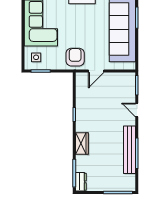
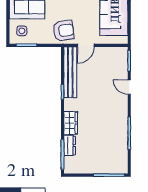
armchair: (75, 57) -> (63, 31), turned 82
bench: (129, 150) -> (70, 72), moved
dresser: (81, 182) -> (70, 146), moved

